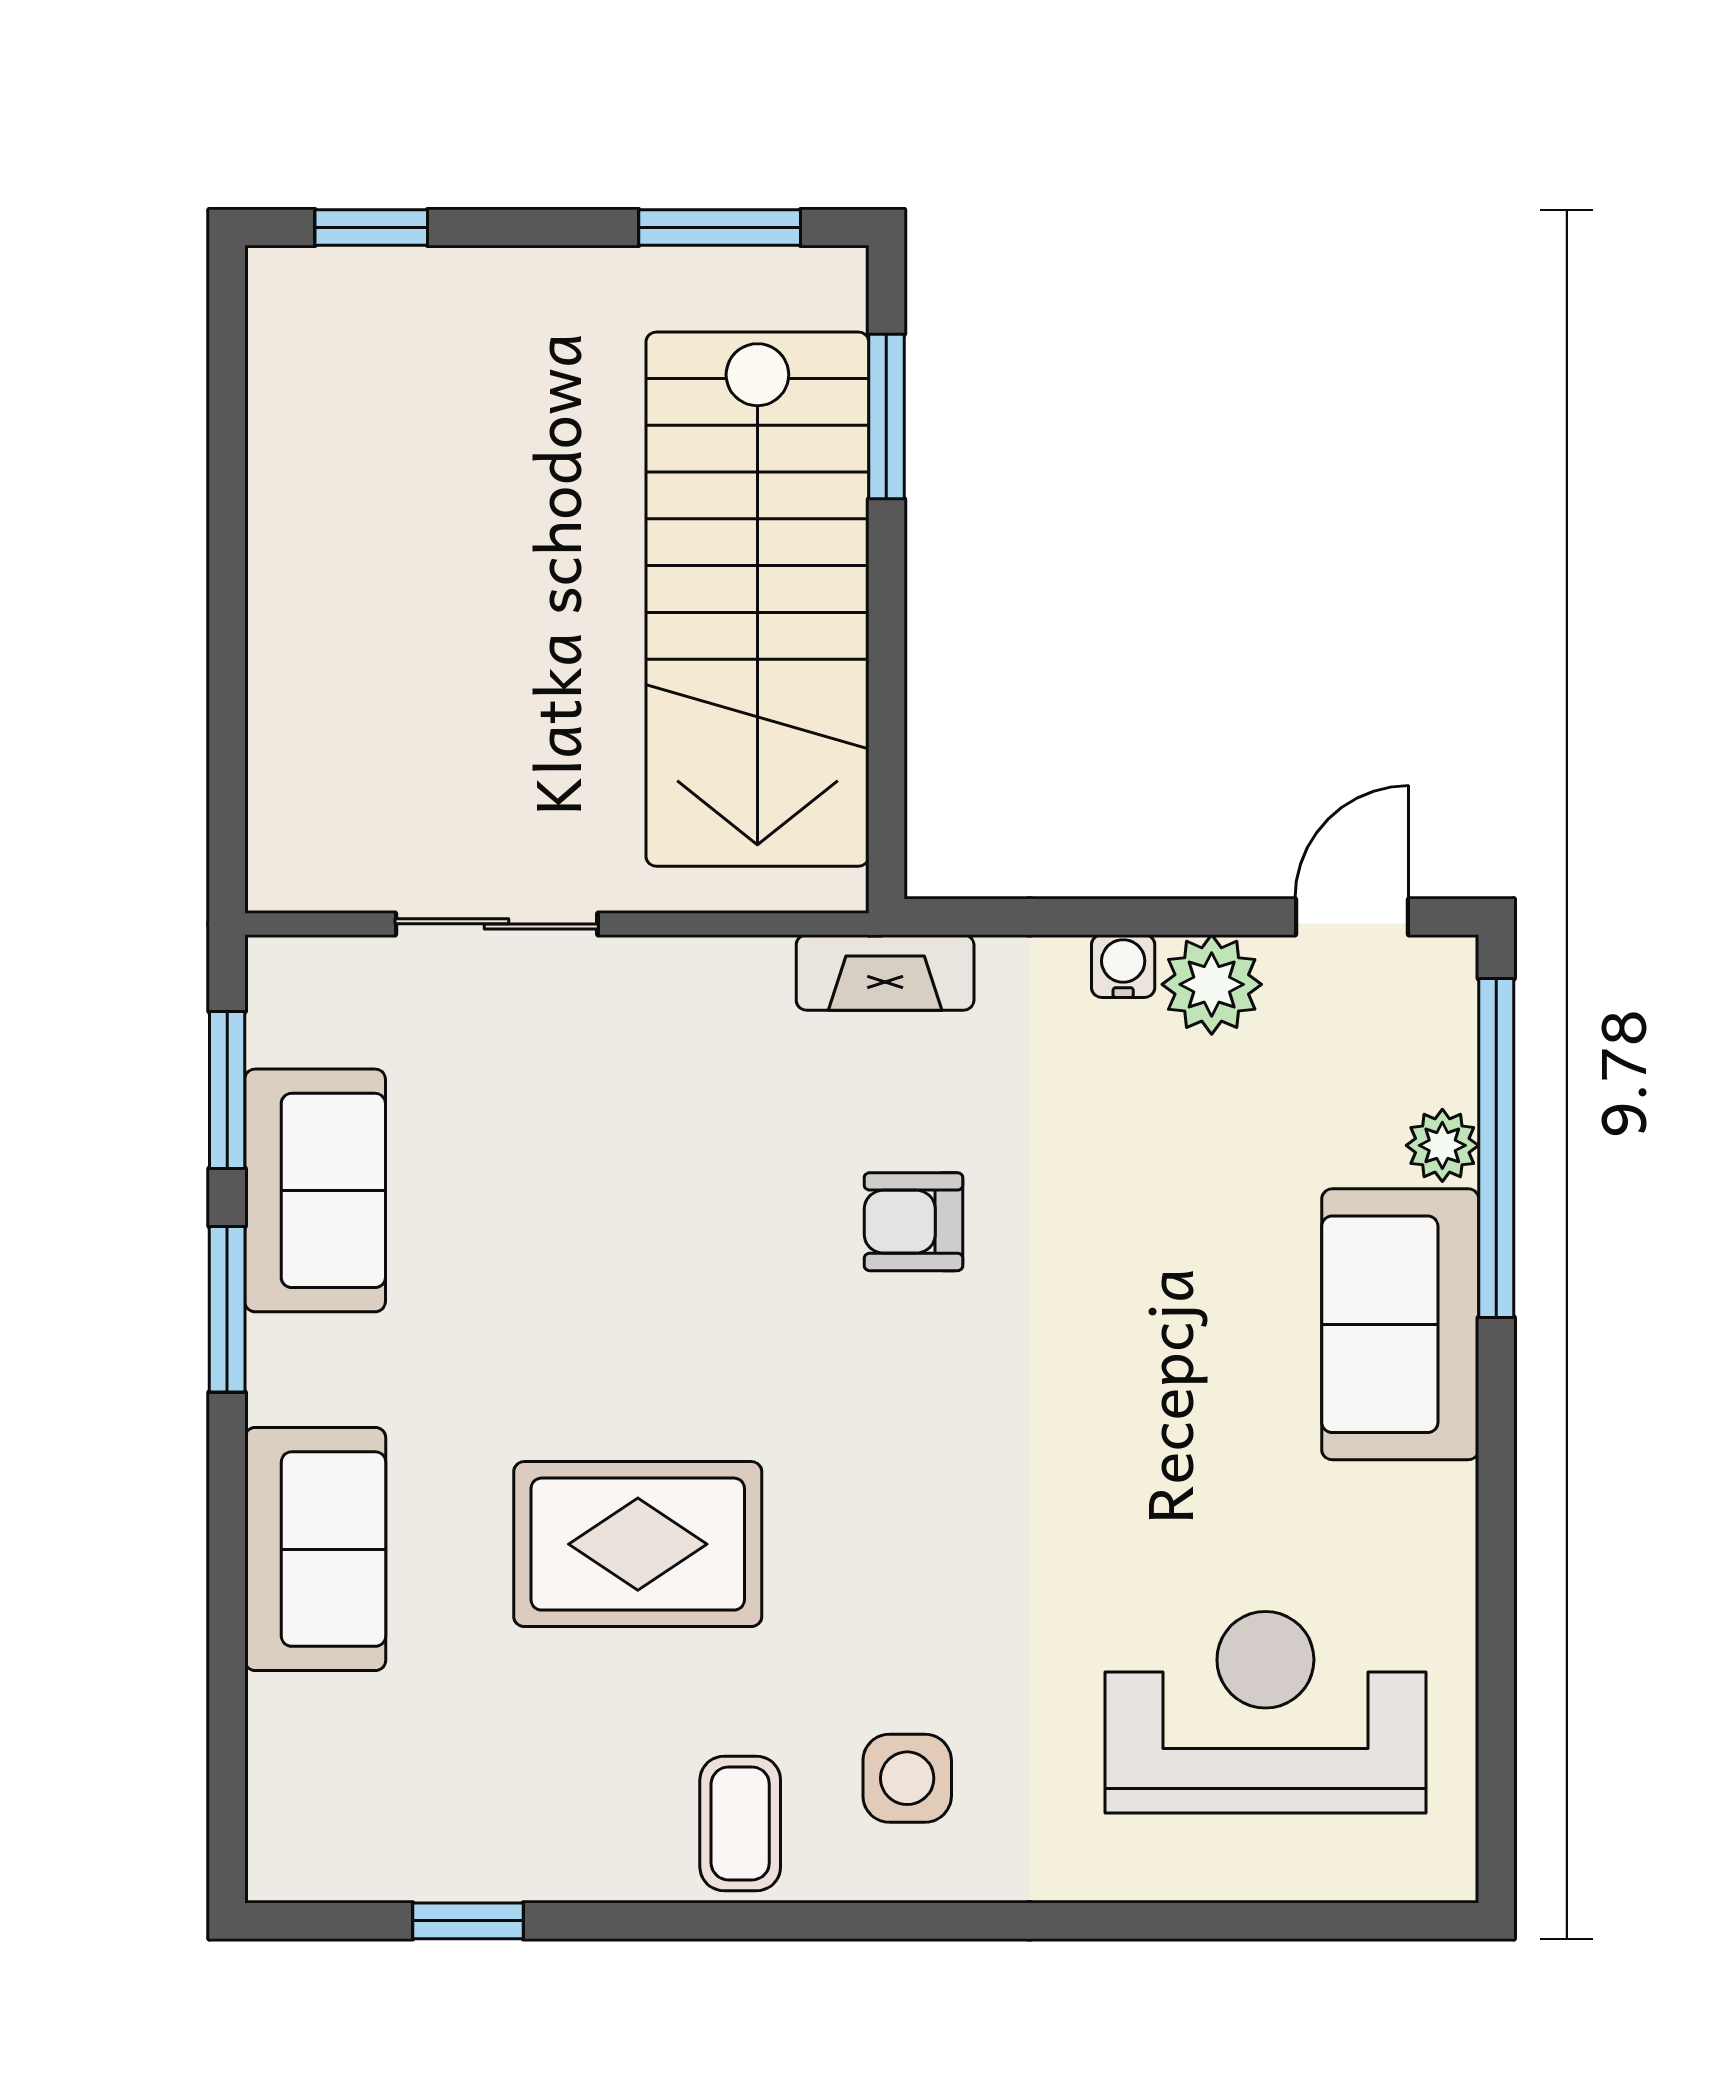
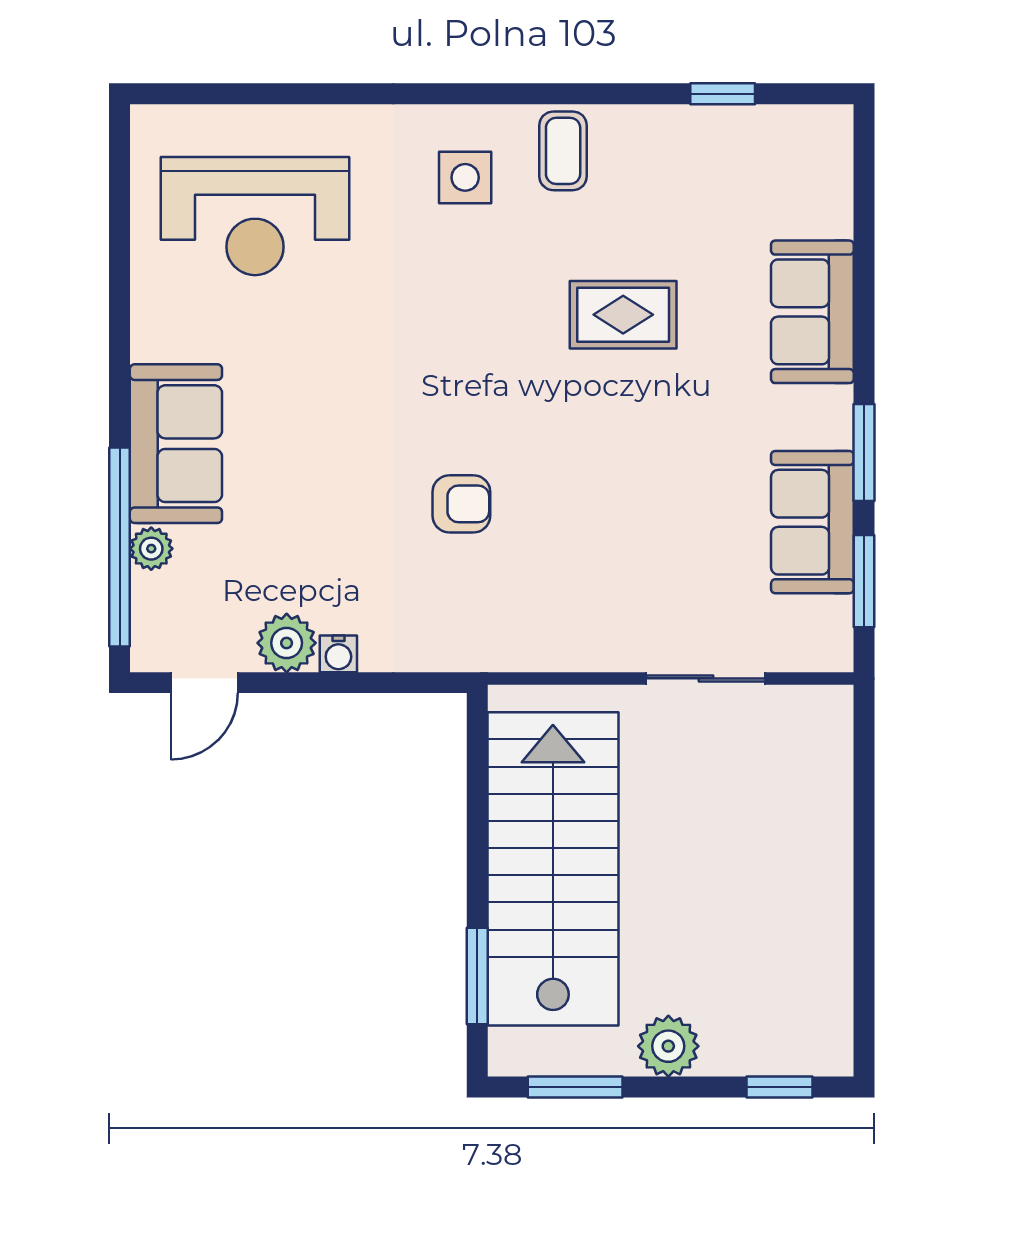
plant: (561, 297) -> (668, 1046), added
fireplace: (885, 972) -> (478, 650), removed
rug: (638, 1544) -> (623, 315), width x0.73, depth x0.70

